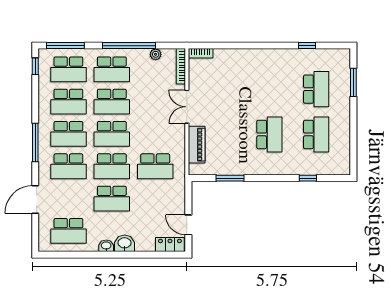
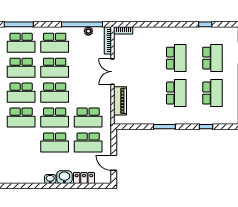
window: (129, 46) -> (82, 24), moved
school desk: (269, 89) -> (176, 58), added
window: (230, 178) -> (164, 127), moved
school desk: (68, 231) -> (88, 143), moved
locker: (170, 245) -> (84, 178), moved

